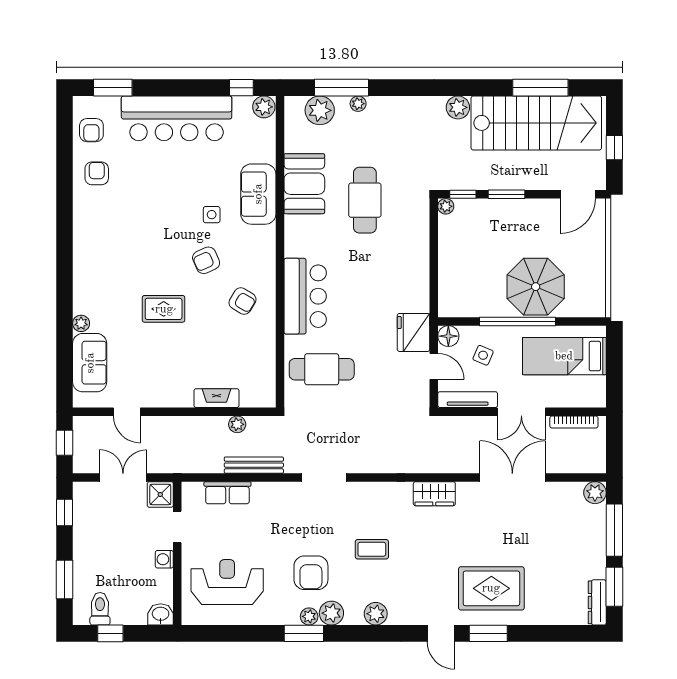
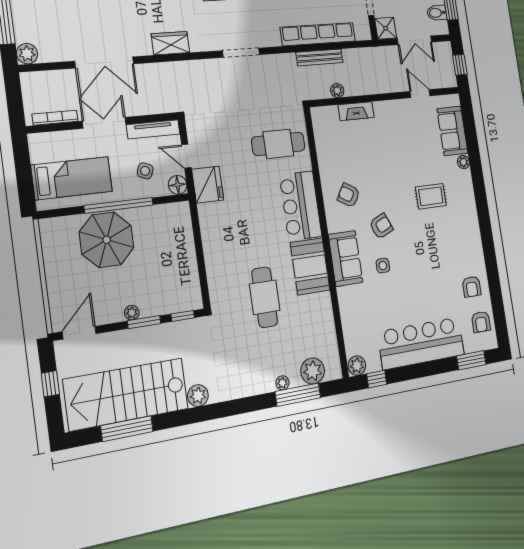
armchair: (91, 130) -> (481, 322), turned 180
booth: (304, 184) -> (310, 266), moved
sofa: (258, 194) -> (346, 258), moved
plant: (446, 206) -> (132, 313), moved
rug: (164, 309) -> (431, 196), moved
doorway: (324, 477) -> (241, 53), moved
row of seats: (227, 493) -> (318, 34), width x2.02
bidet: (86, 509) -> (437, 13), added

